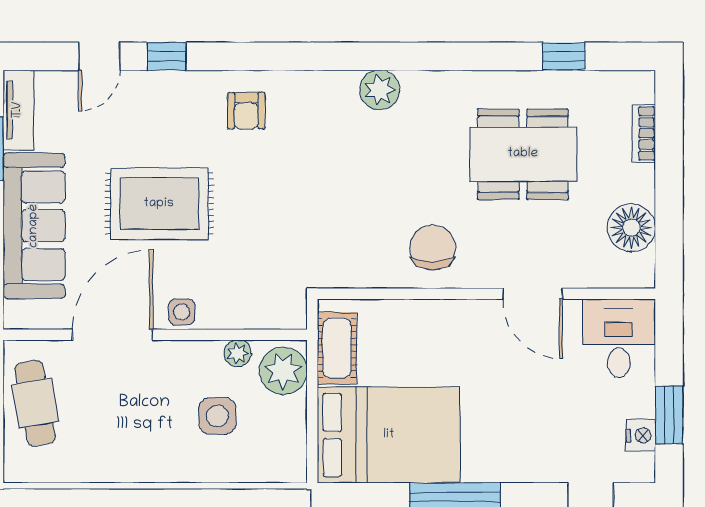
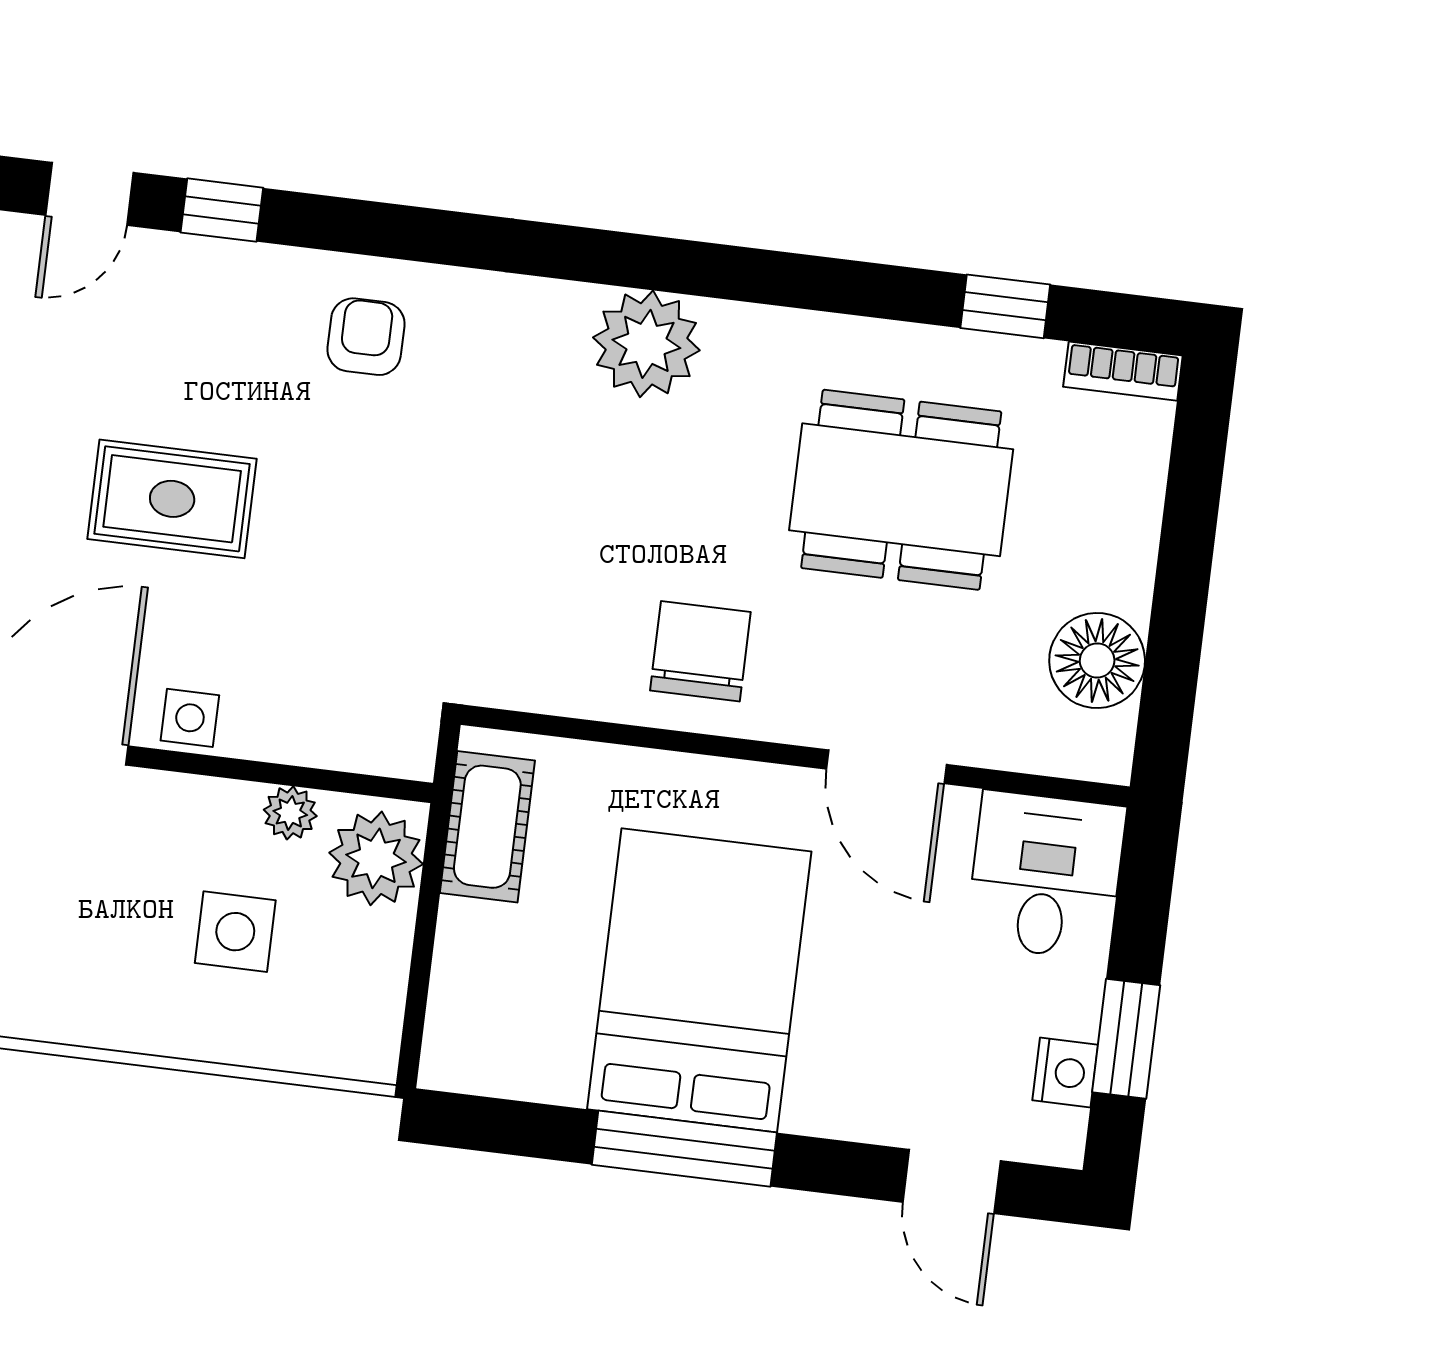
plant: (380, 90) -> (646, 344), width x1.36, depth x1.36
armchair: (246, 111) -> (366, 337), turned 180
bookcase: (644, 133) -> (1123, 371), moved, turned -90
rug: (159, 204) -> (172, 499), width x0.73, depth x0.70
bed: (389, 435) -> (699, 980), moved, turned -90

